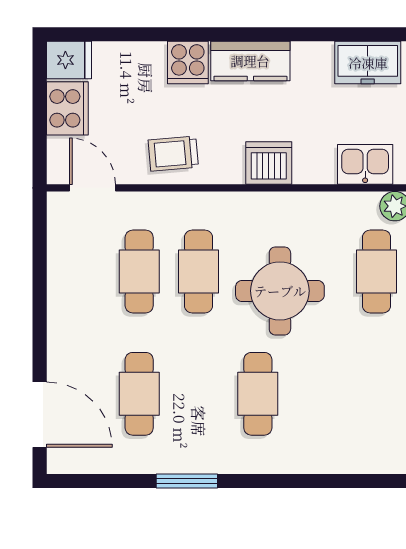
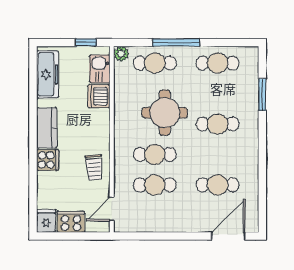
freezer: (368, 63) -> (47, 74), width x1.40
dishwasher: (269, 163) -> (99, 96), moved
cafe table: (377, 394) -> (218, 63), added
window: (187, 481) -> (262, 95), moved

